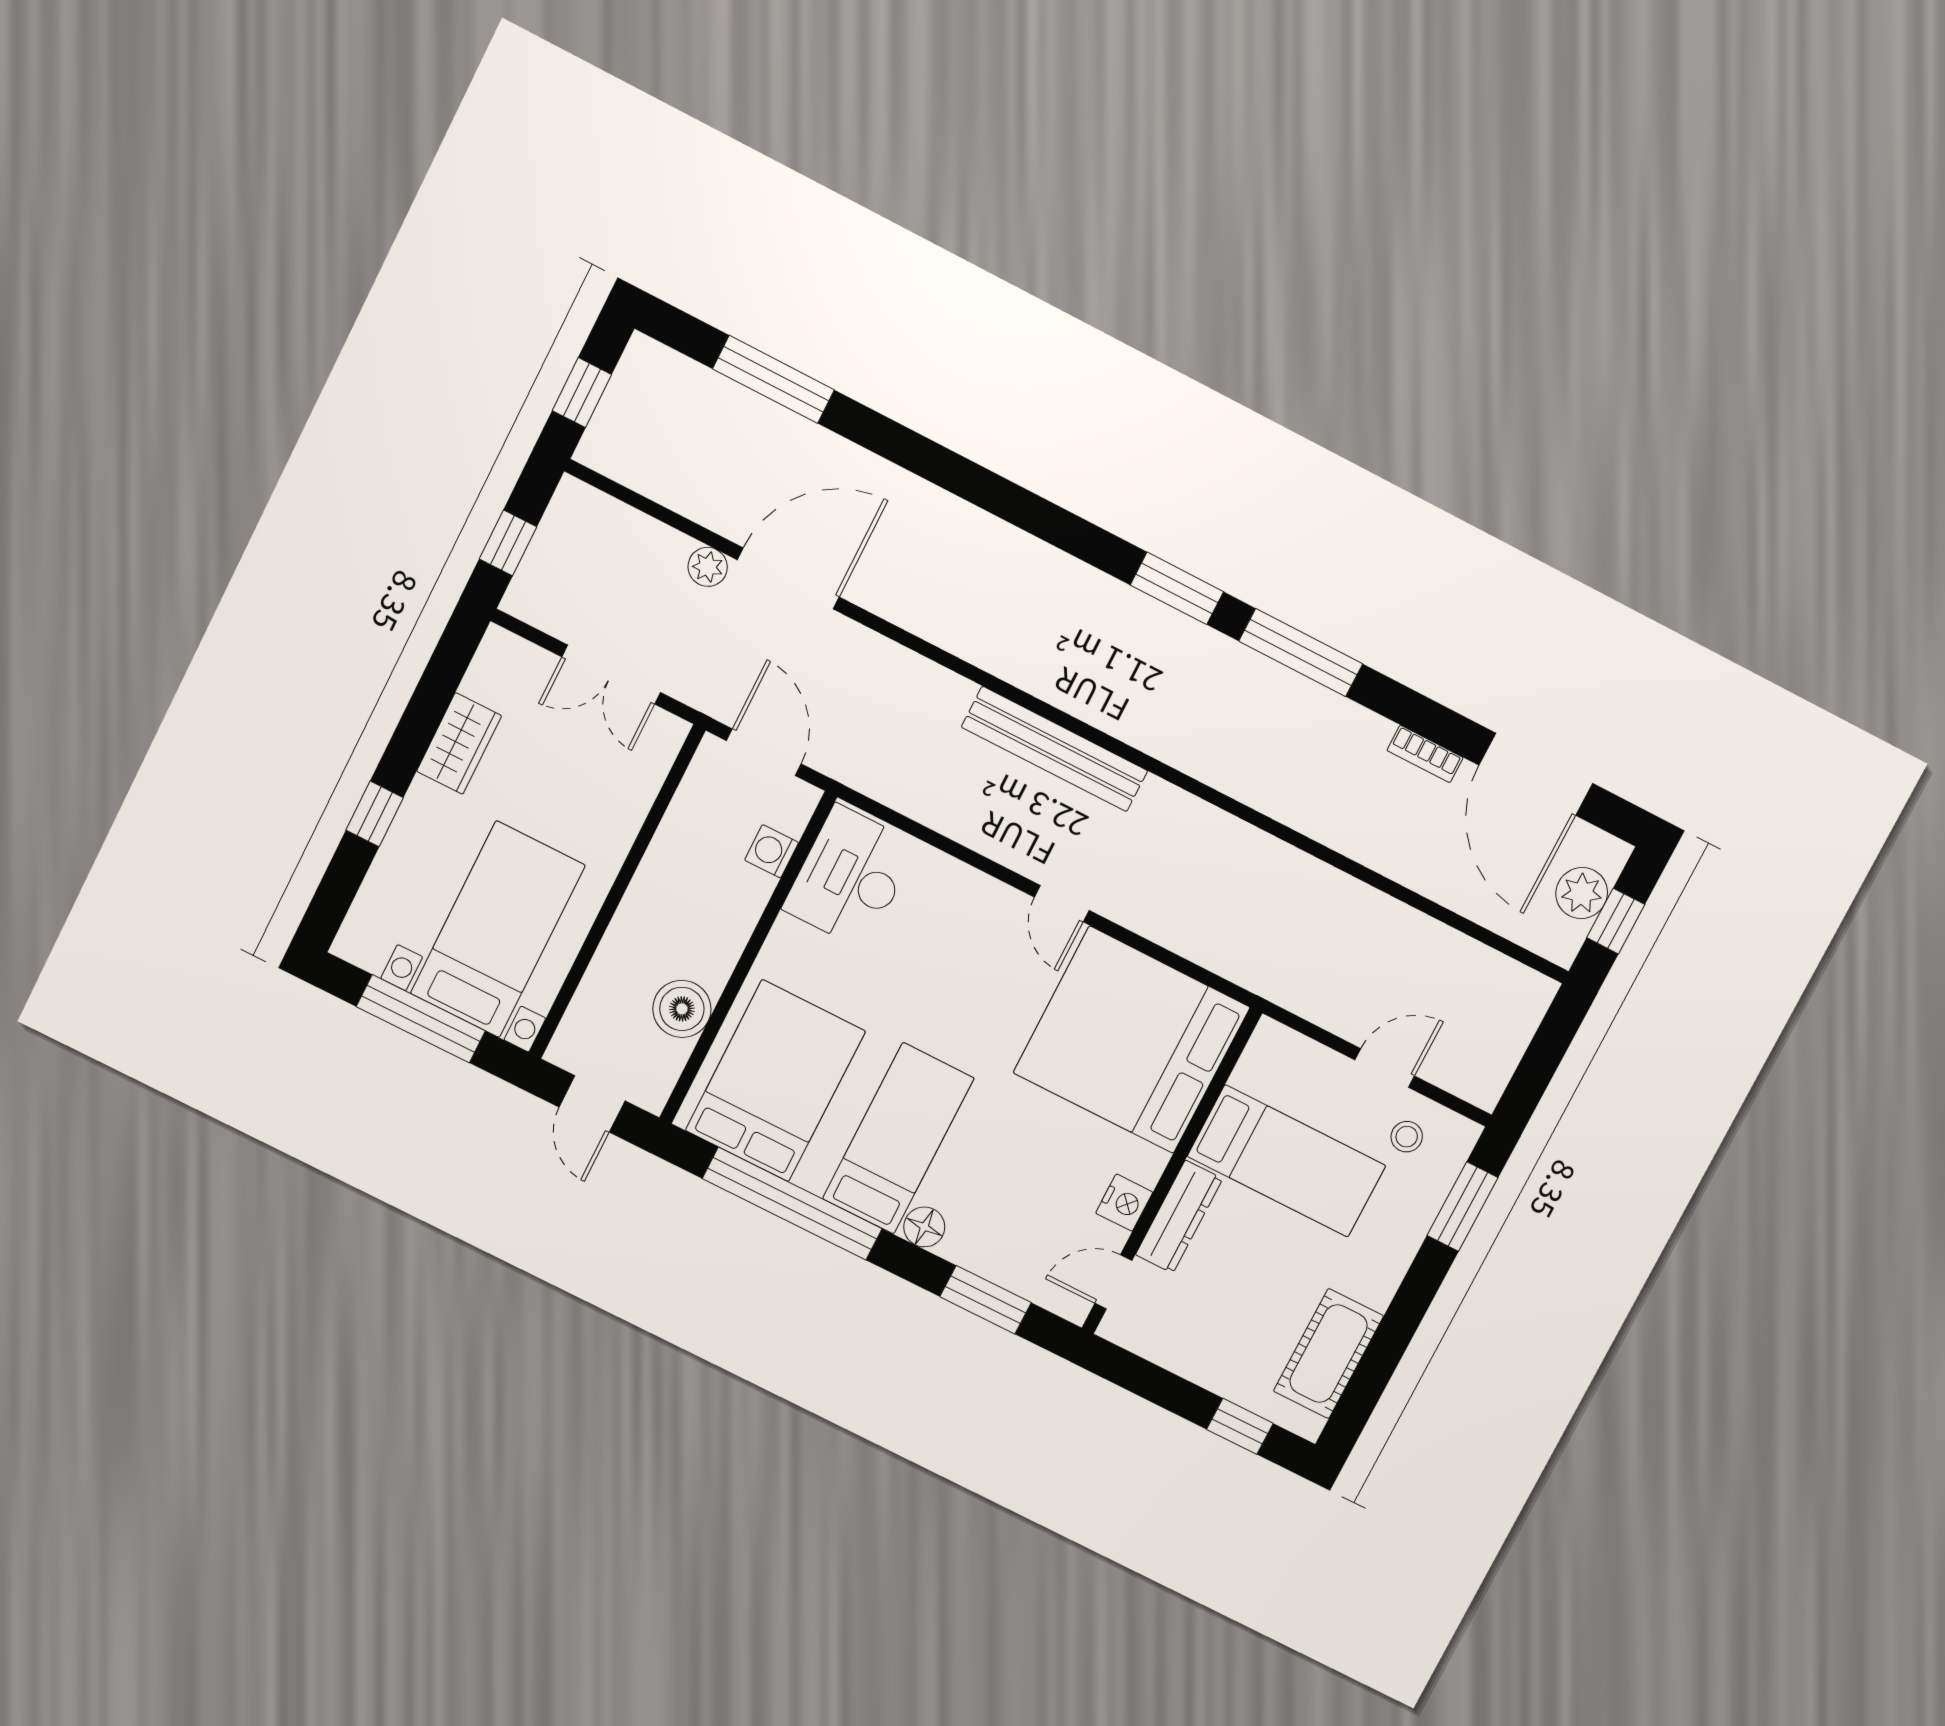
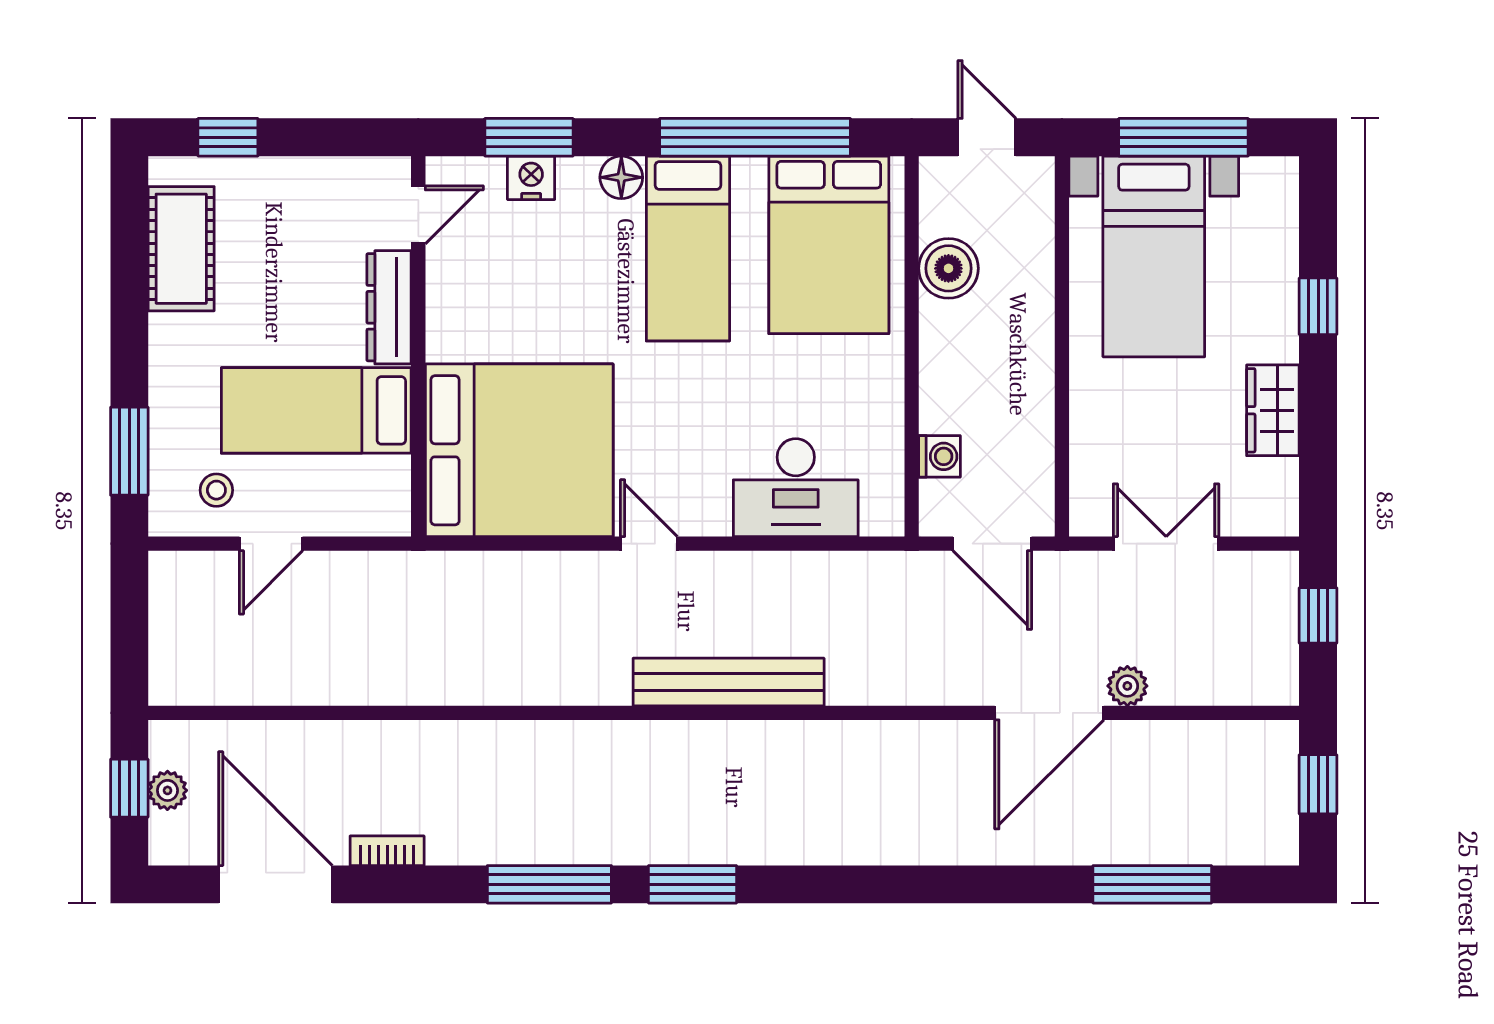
desk: (850, 877) -> (796, 488), moved, turned 90
plant: (1582, 893) -> (167, 790), width x0.73, depth x0.73
nightstand: (1124, 1203) -> (531, 178), moved, turned 90

